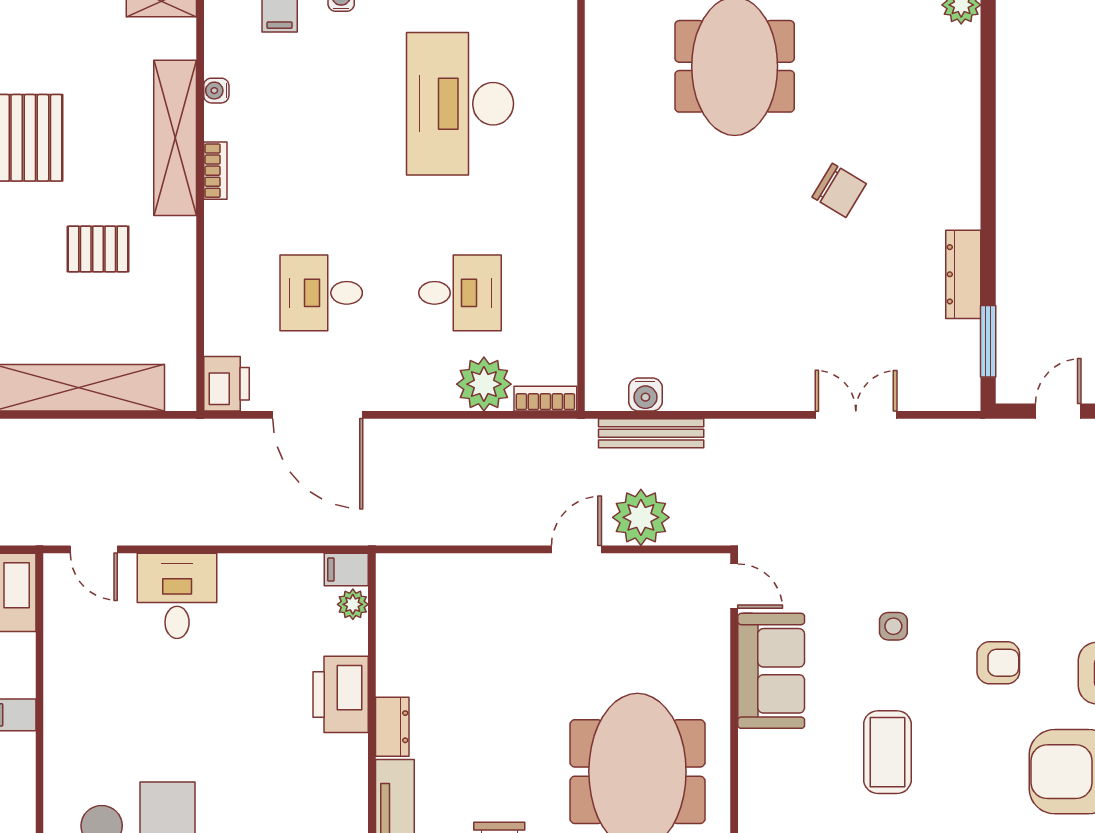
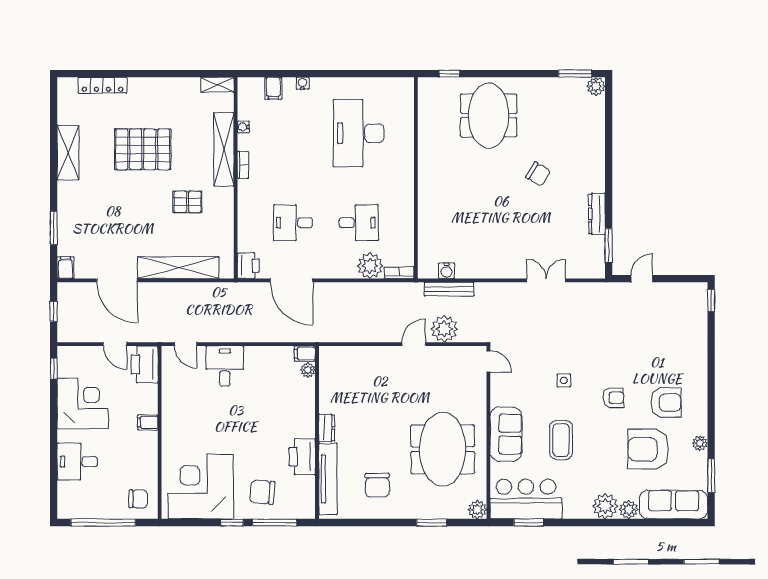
sofa: (771, 671) -> (506, 434), moved
printer: (341, 694) -> (302, 457), moved

